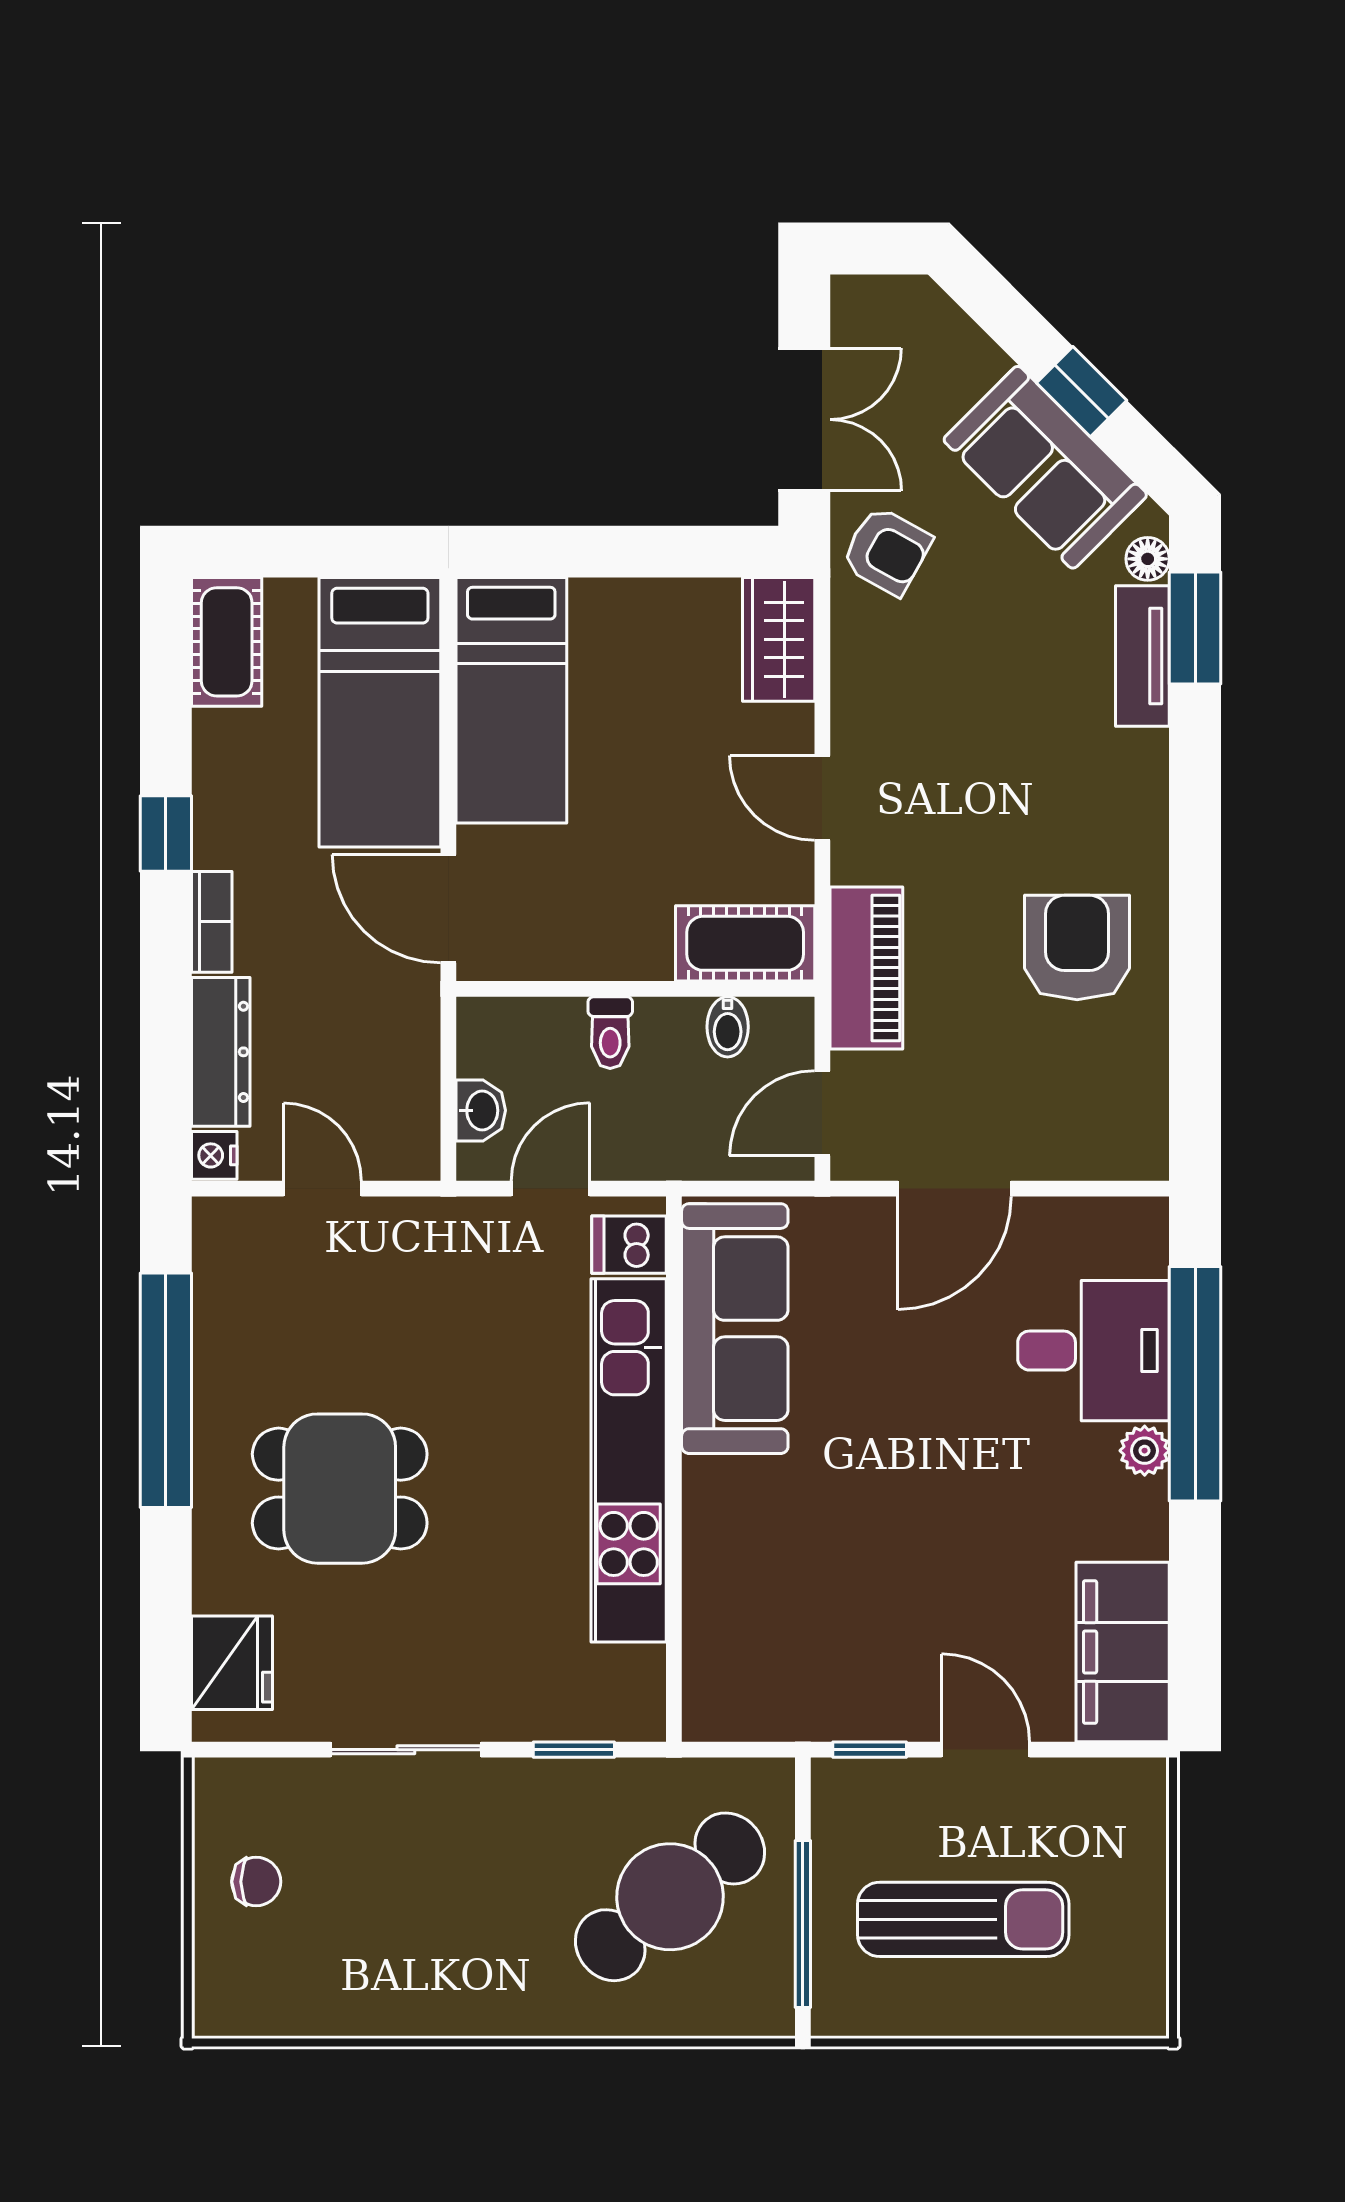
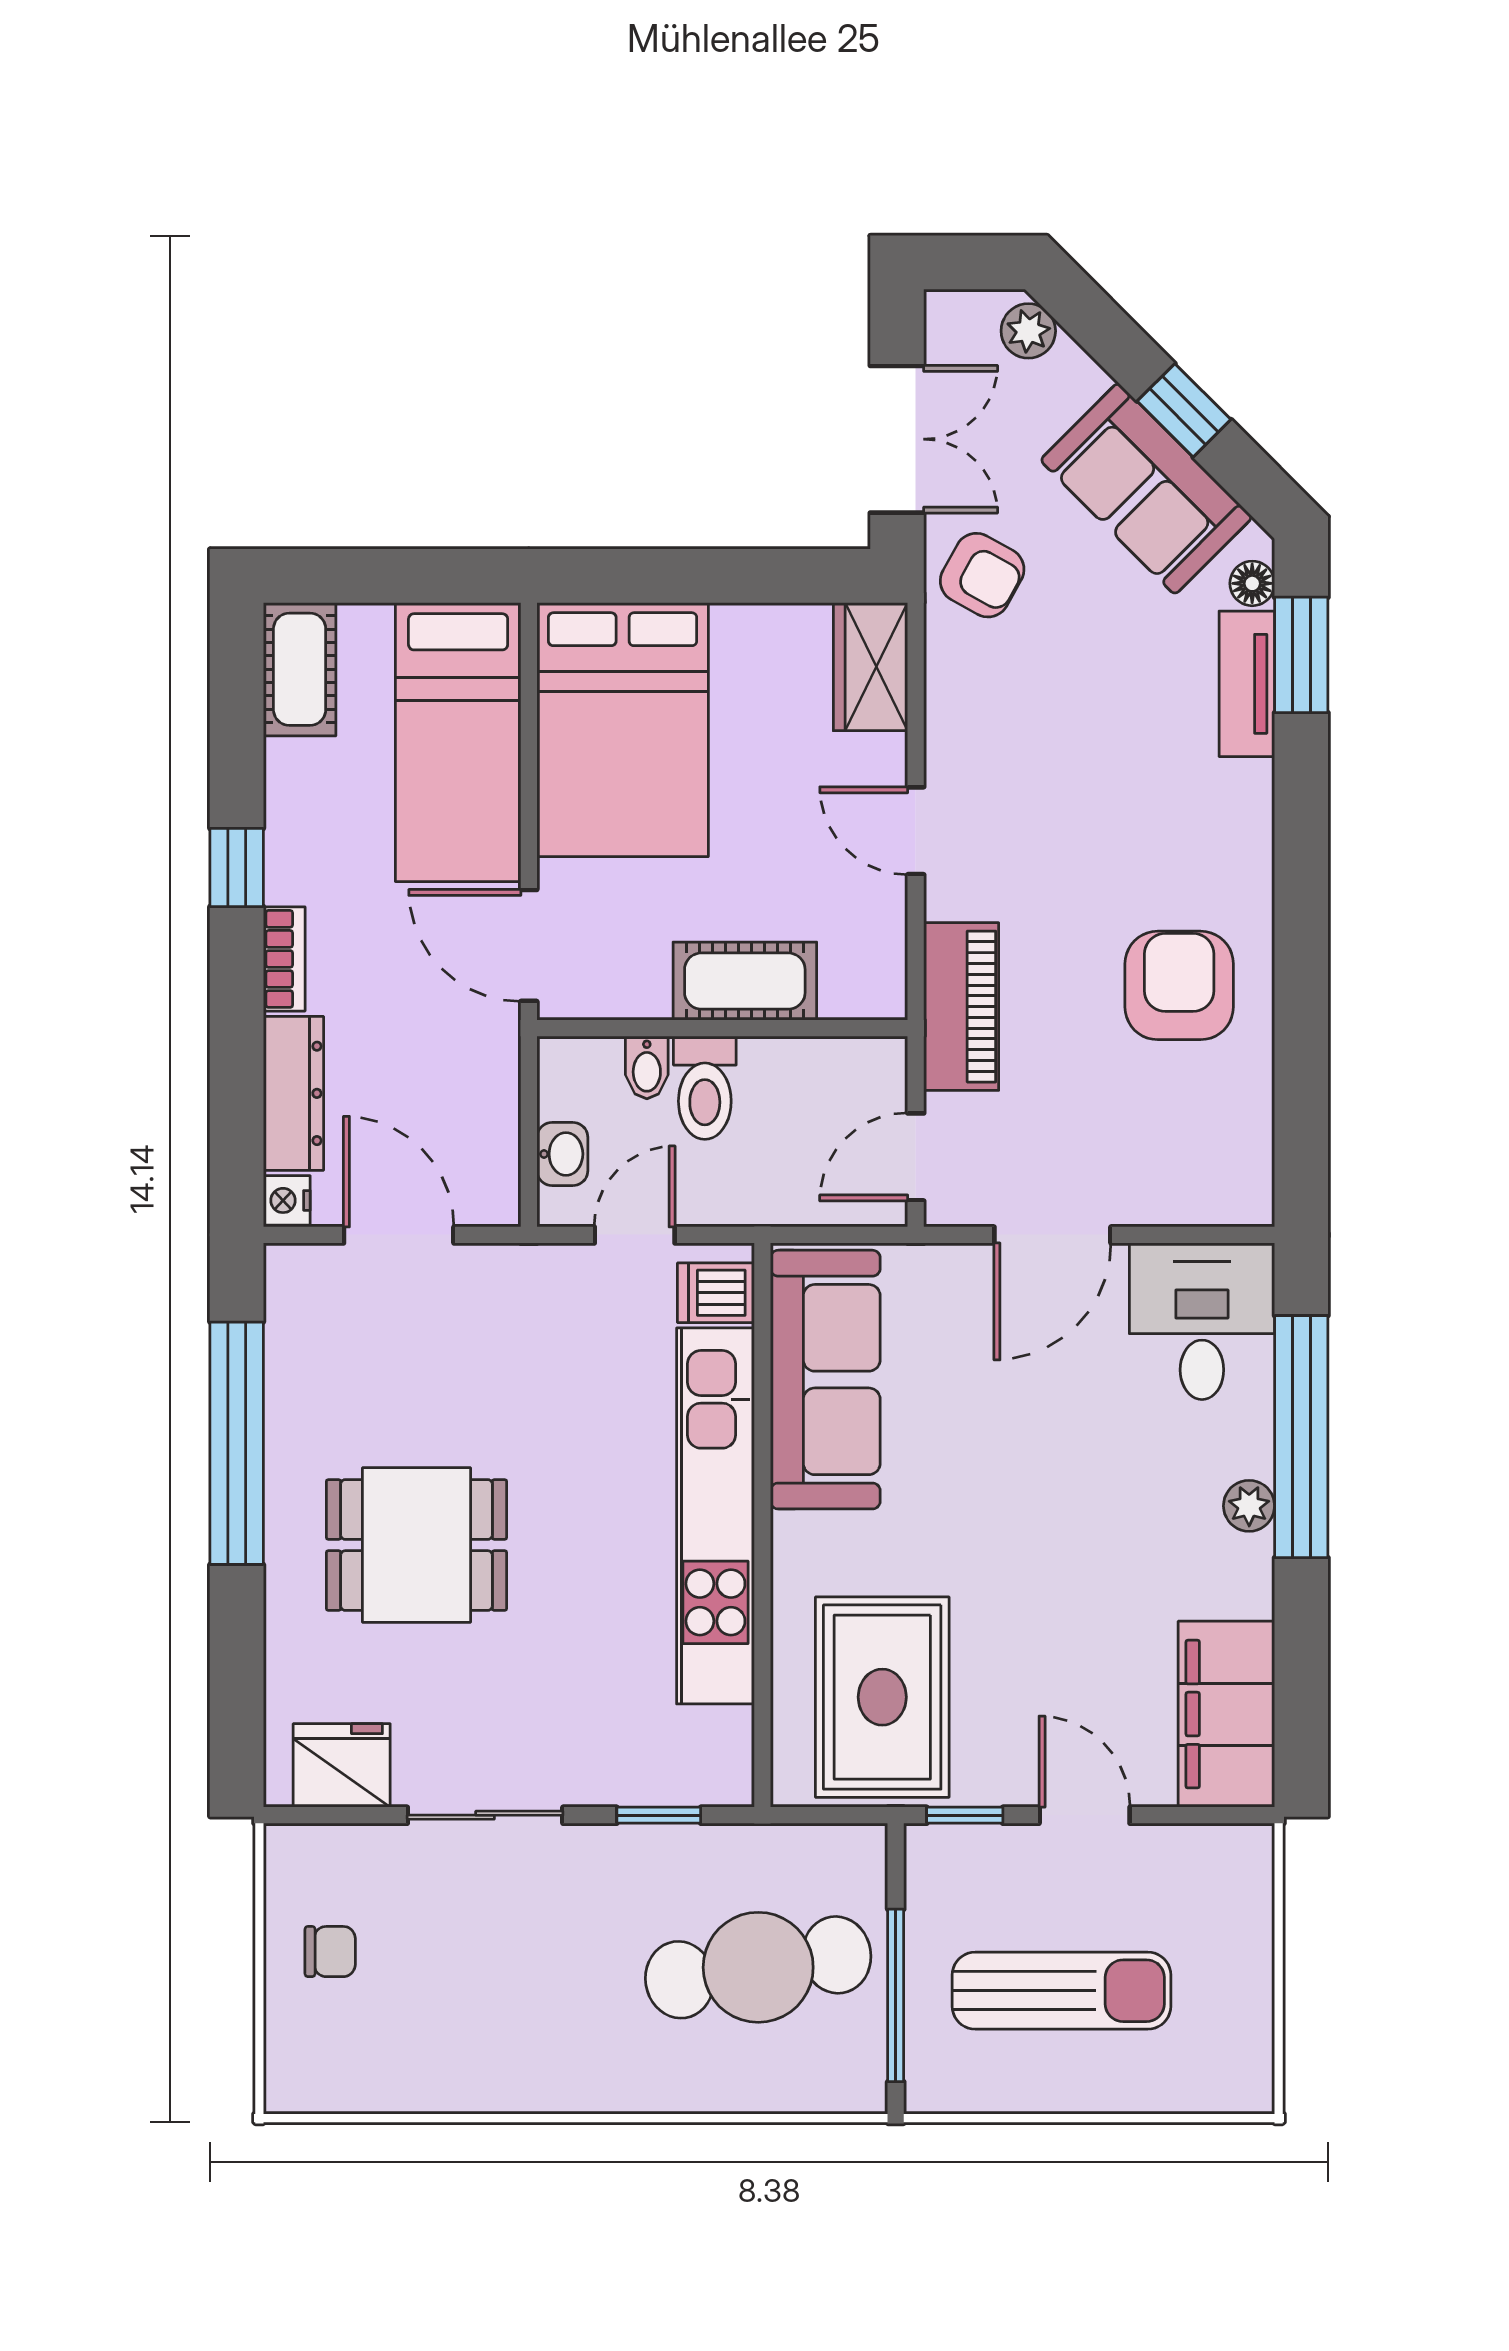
plant: (931, 315) -> (1028, 331), added
bed: (511, 700) -> (623, 730), width x1.50
cot: (745, 943) -> (745, 981), moved
bidet: (728, 1027) -> (647, 1067), moved
toilet: (610, 1033) -> (705, 1088), width x1.37, depth x1.39
door: (322, 1189) -> (399, 1235), width x1.38
desk: (1094, 1351) -> (1202, 1321), moved, turned -90
rug: (790, 1636) -> (882, 1697), added
fridge: (232, 1663) -> (342, 1765), moved, turned -90
cafe table: (670, 1897) -> (758, 1967), turned 30

